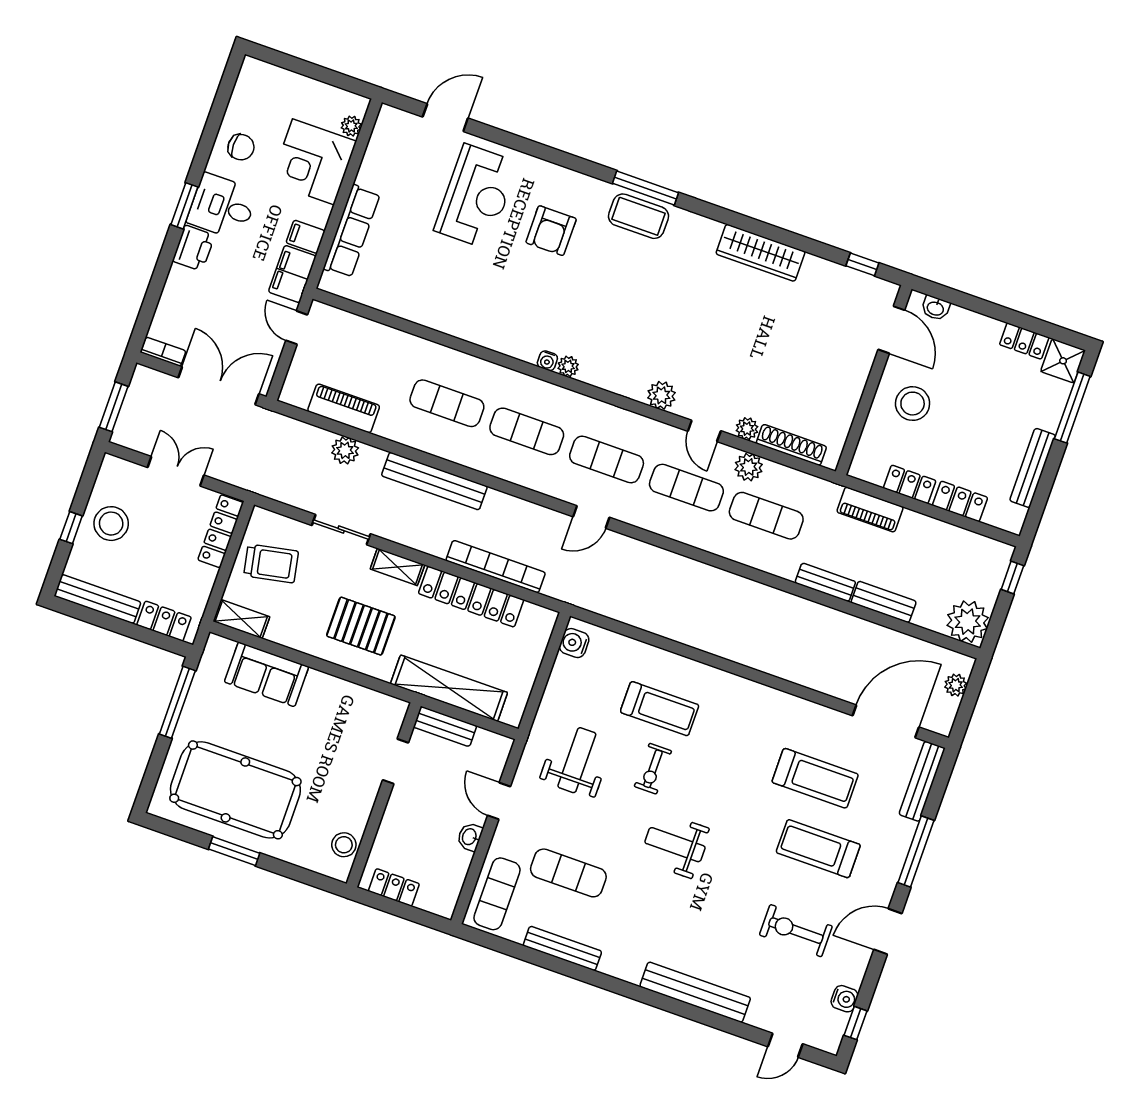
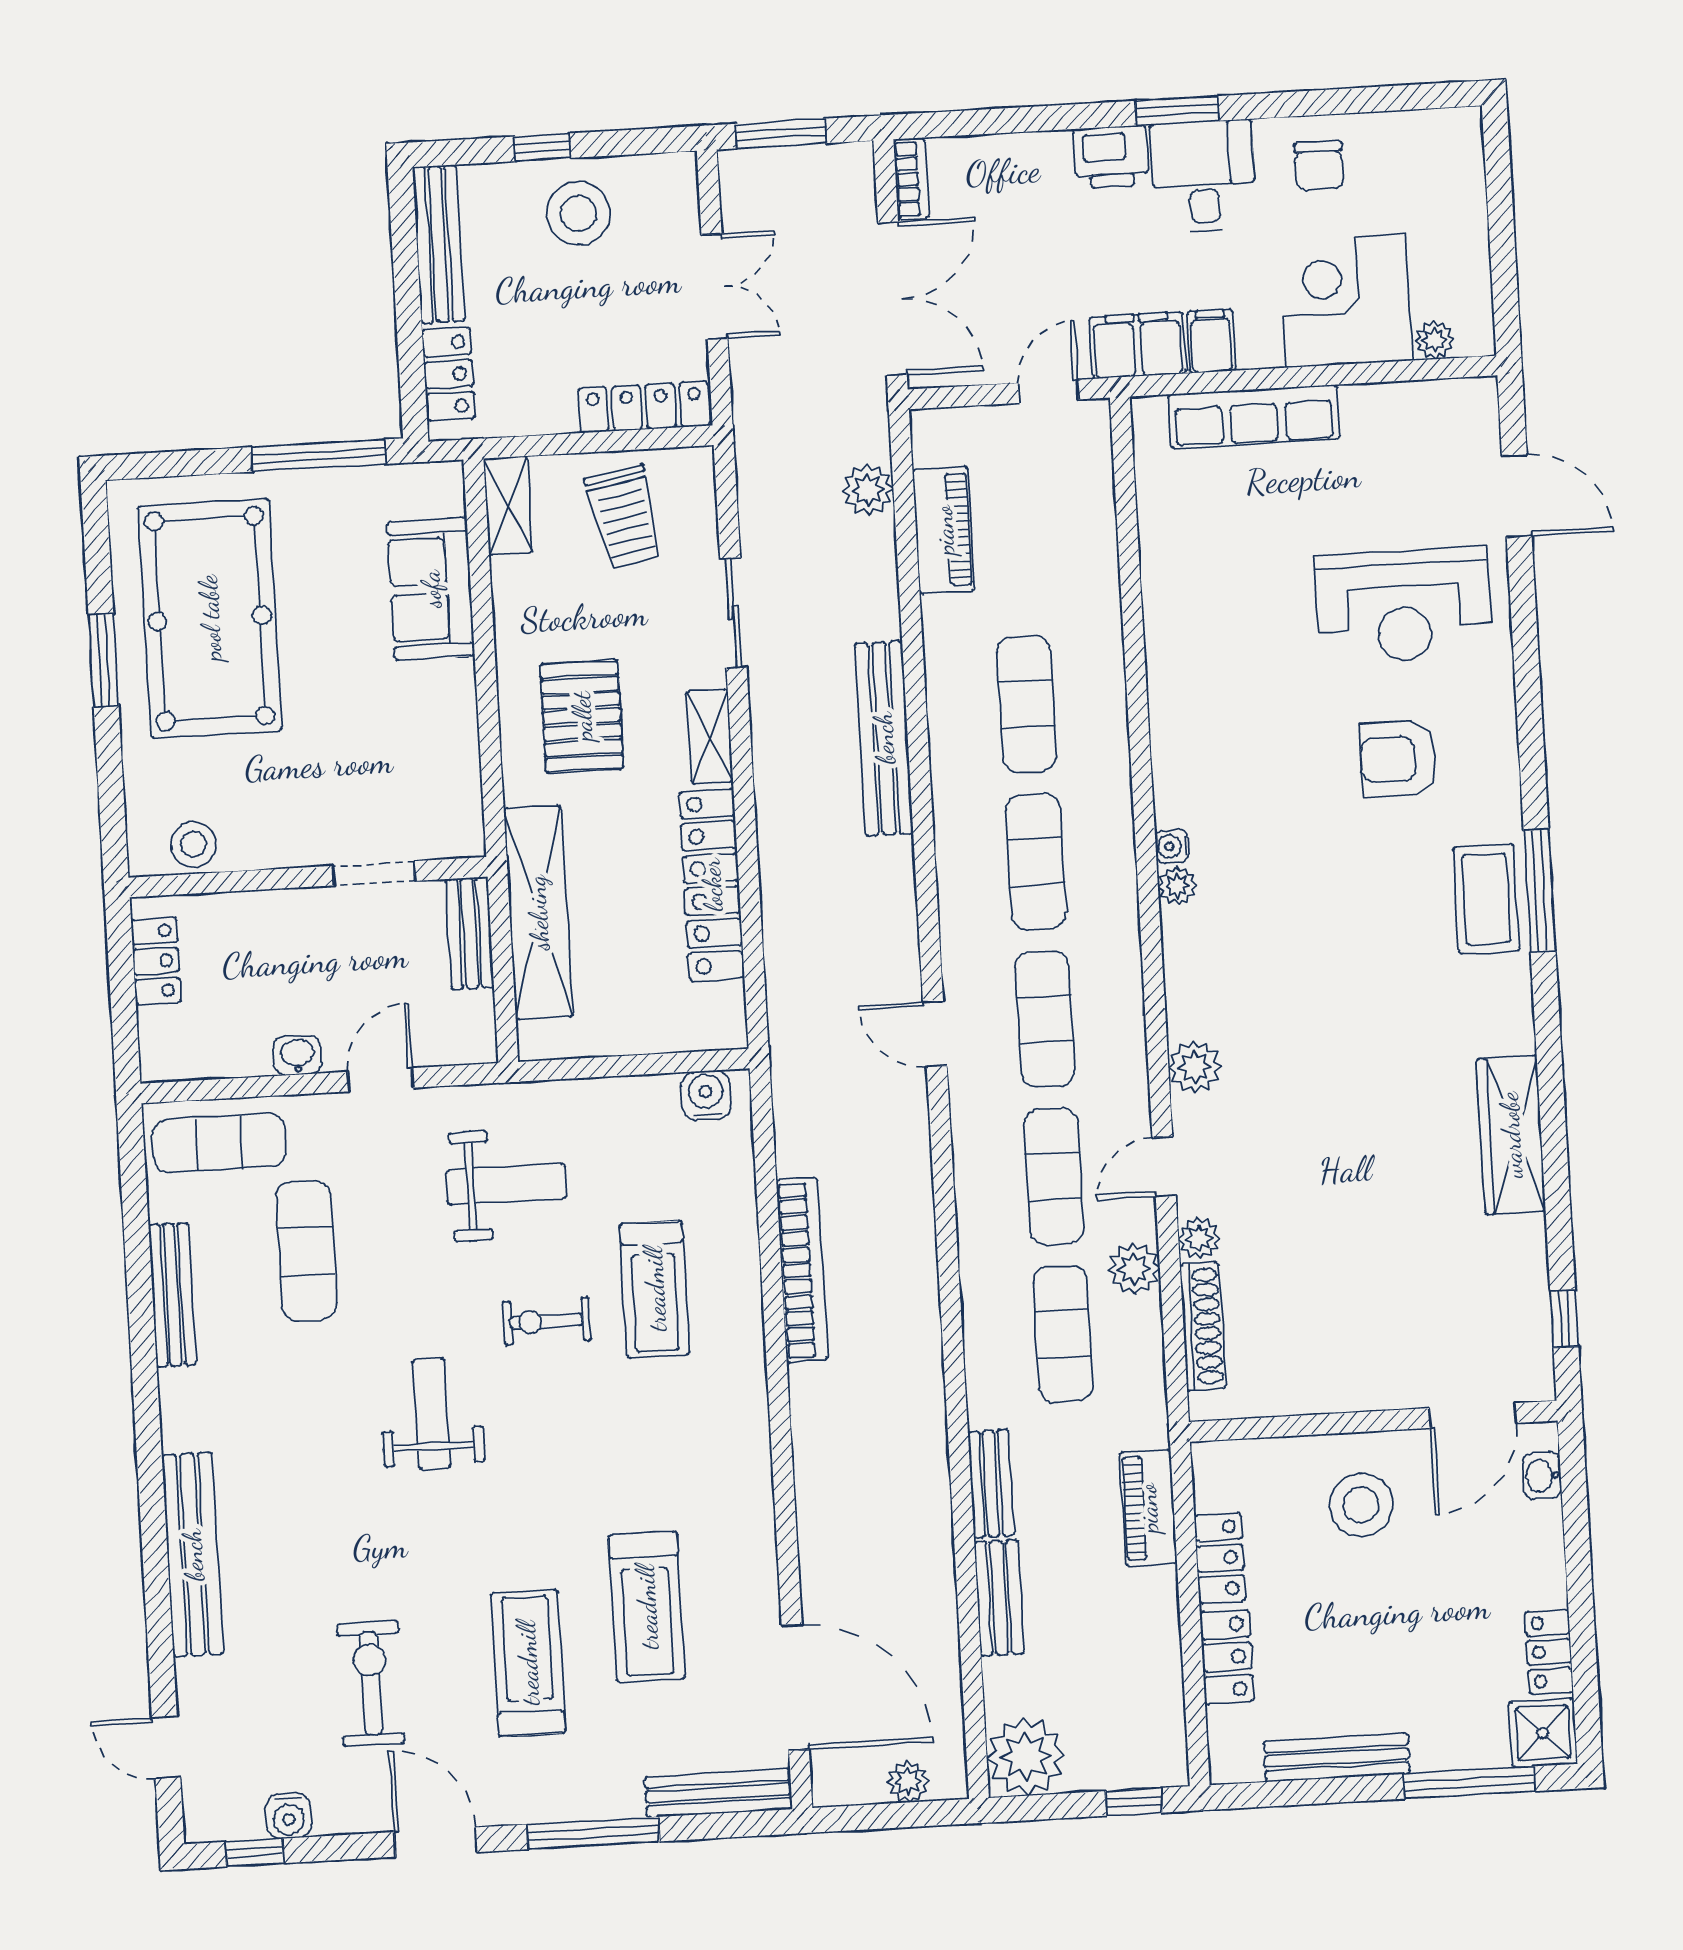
plant: (345, 450) -> (868, 490), moved
bookcase: (496, 567) -> (802, 1270), moved

